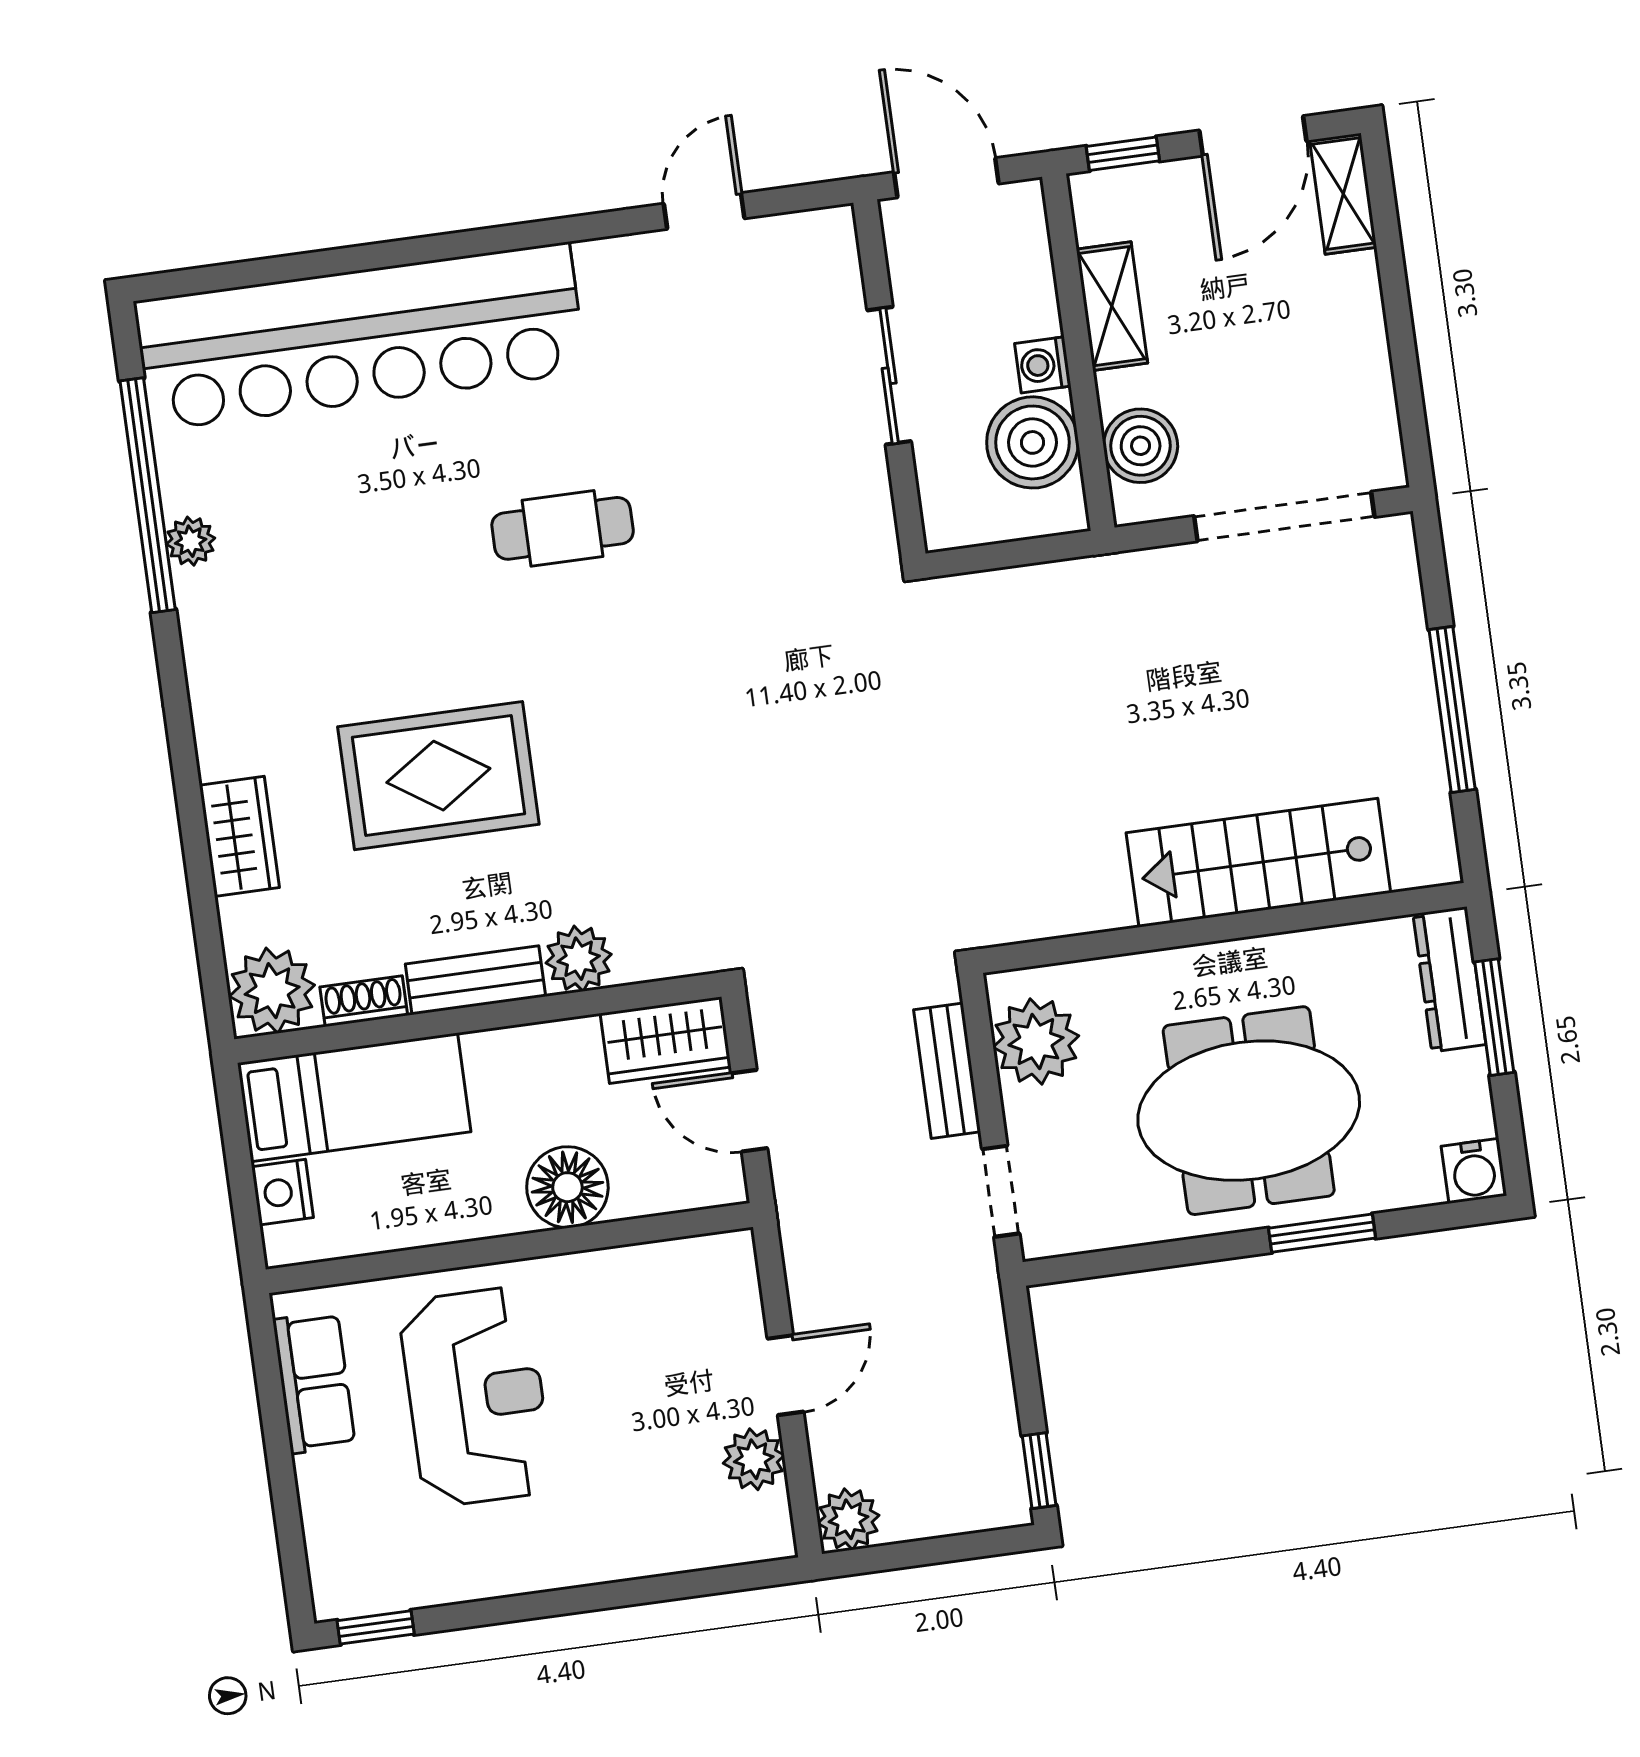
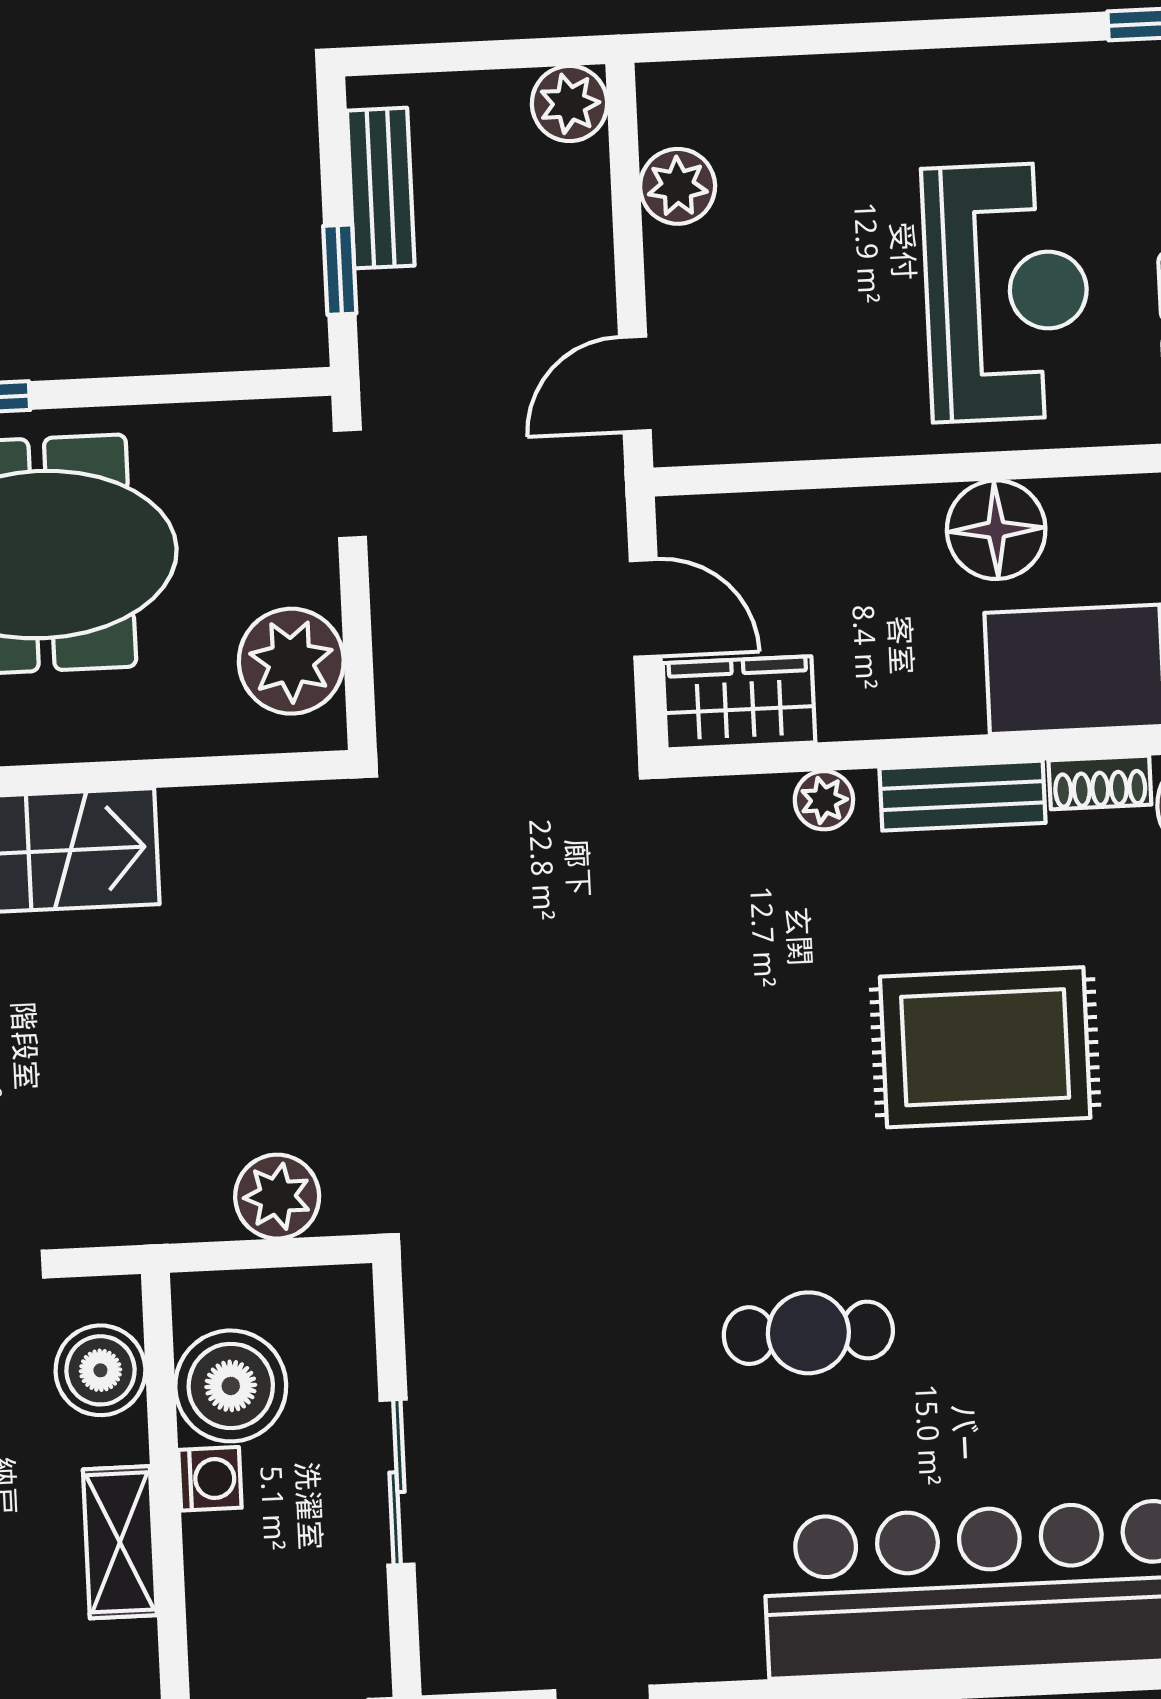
plant: (1008, 601) -> (277, 1197), added
plant: (579, 959) -> (824, 800), width x0.73, depth x0.73
bench: (947, 1071) -> (381, 188), moved
floor lamp: (567, 1187) -> (996, 530), moved
door: (785, 1375) -> (635, 384), moved
reception desk: (476, 1397) -> (1007, 292), turned 180
window: (1039, 1471) -> (340, 270), moved

